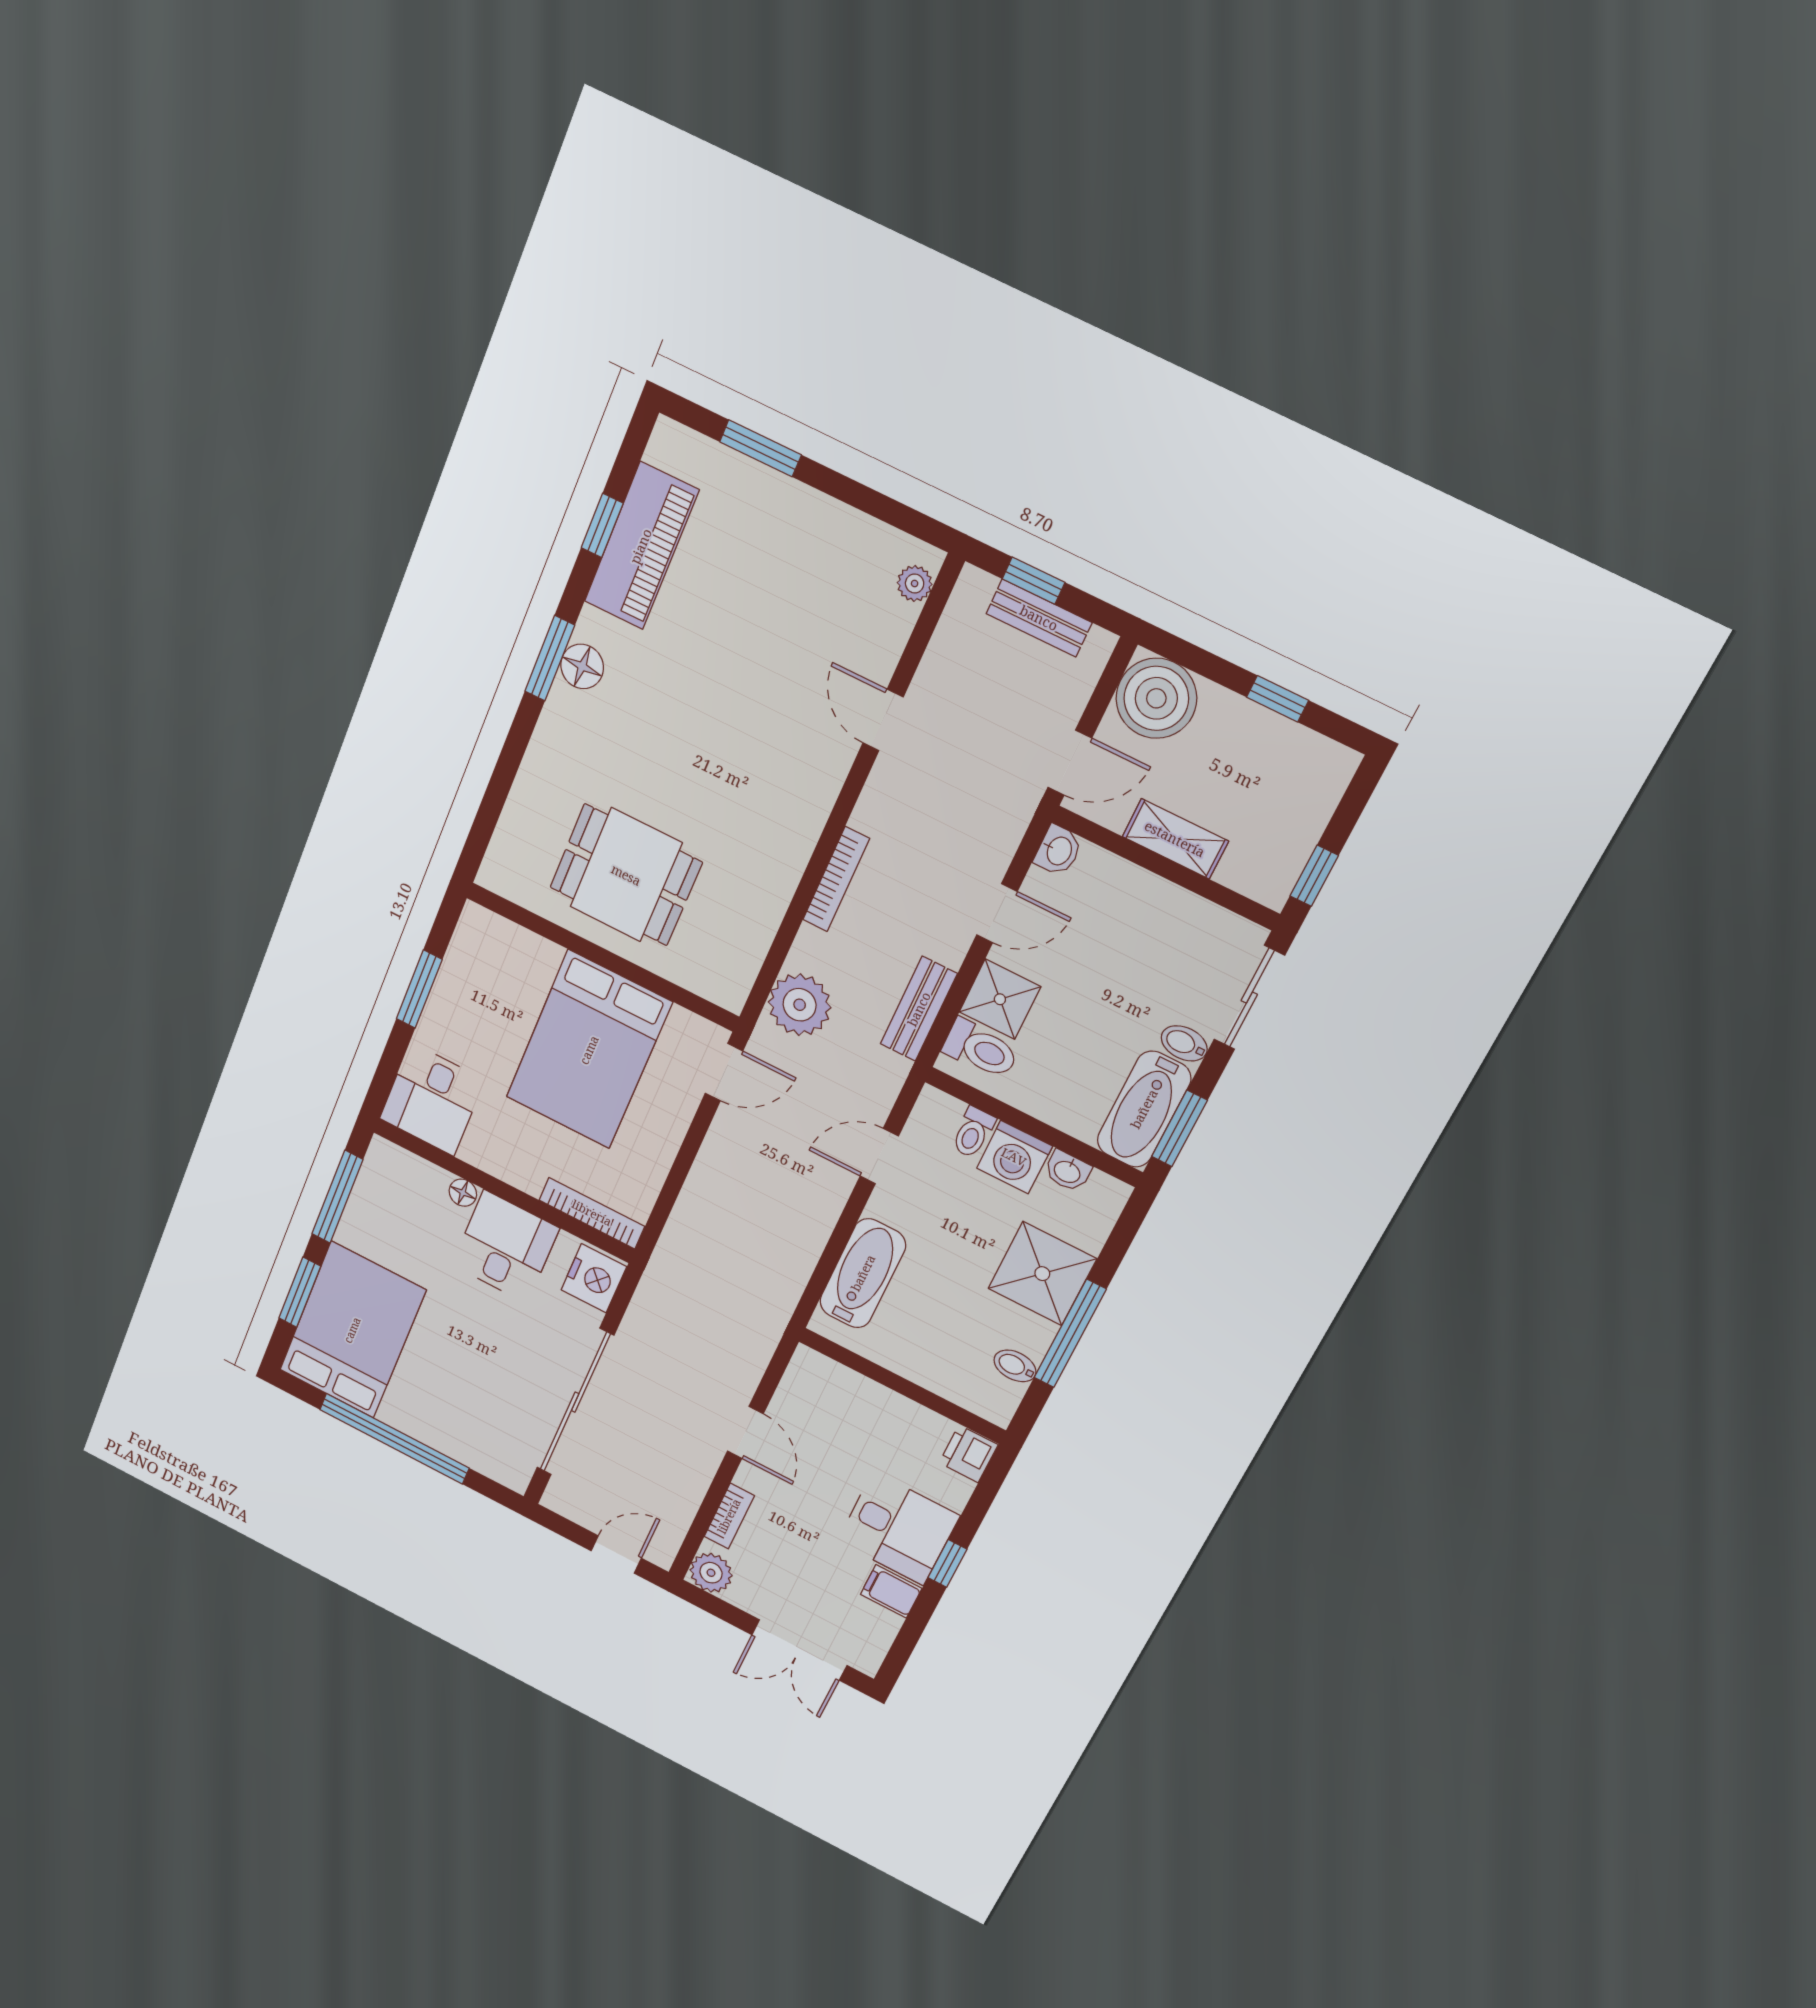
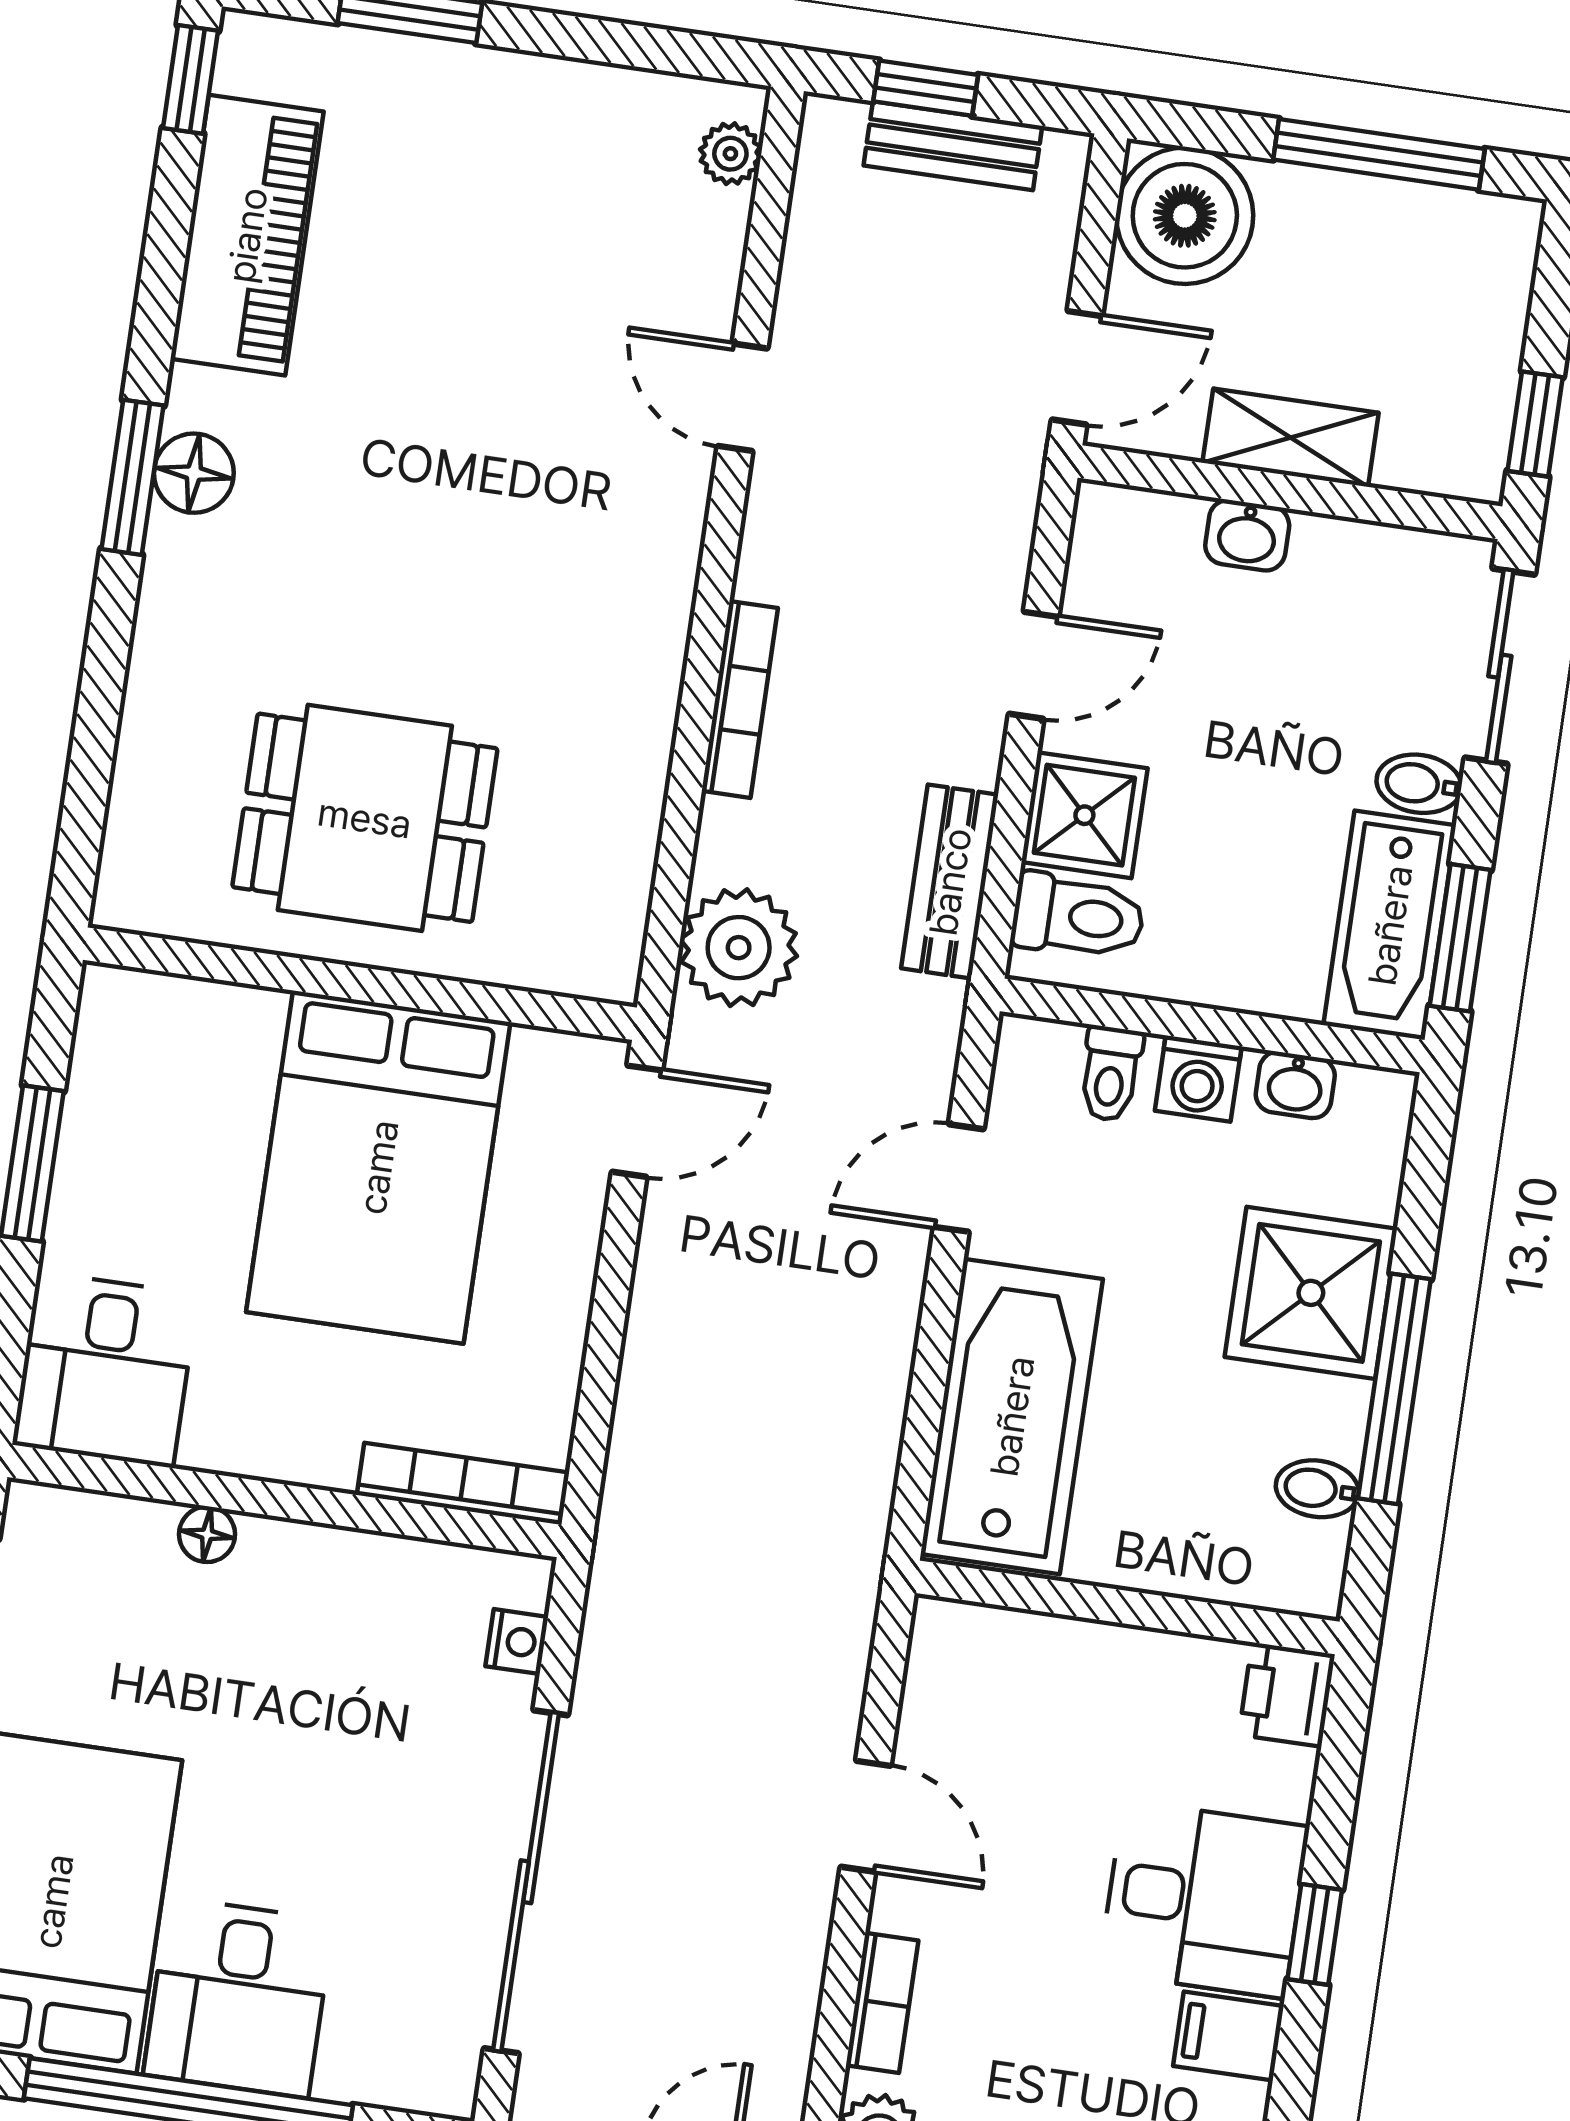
window: (602, 525) -> (191, 79), moved
window: (1278, 699) -> (1379, 154), width x2.17
washbasin: (1058, 851) -> (1247, 535), moved, turned 90
washing machine: (1014, 1157) -> (1198, 1079), width x0.73, depth x0.73
desk: (506, 1247) -> (238, 1997), moved, turned 180
bathtub: (863, 1273) -> (1012, 1416), width x1.36, depth x1.36
nightstand: (594, 1278) -> (517, 1642), width x0.53, depth x0.56

